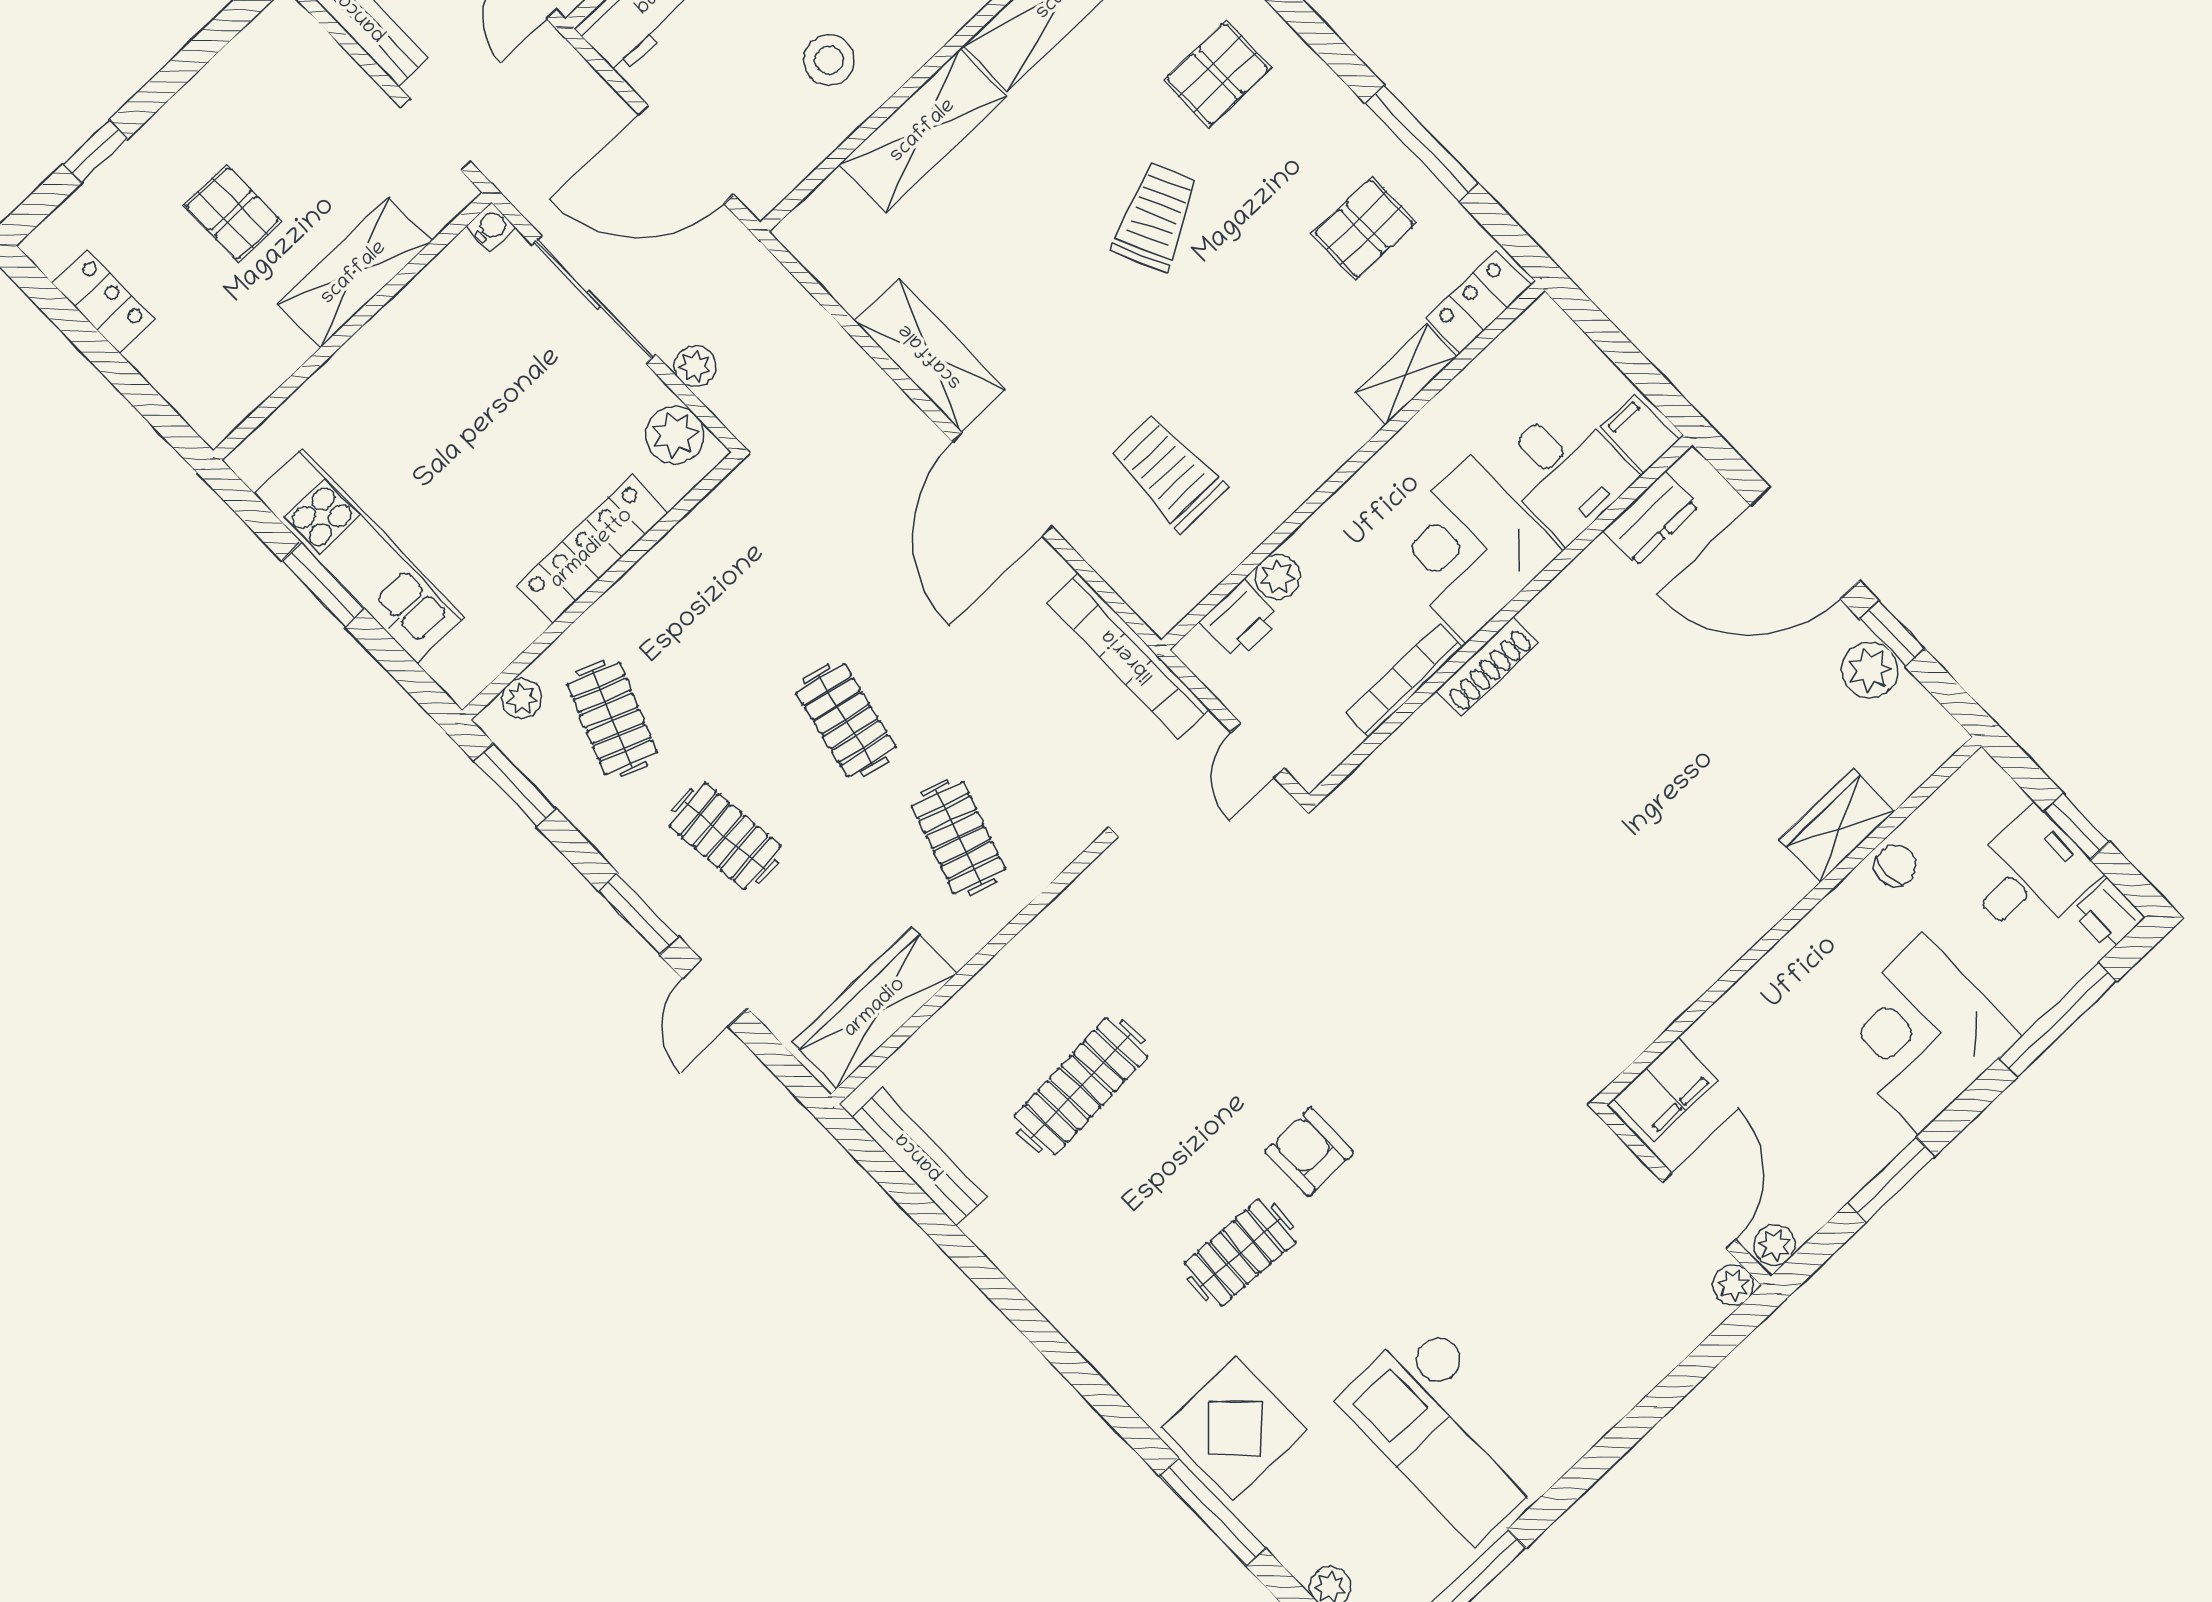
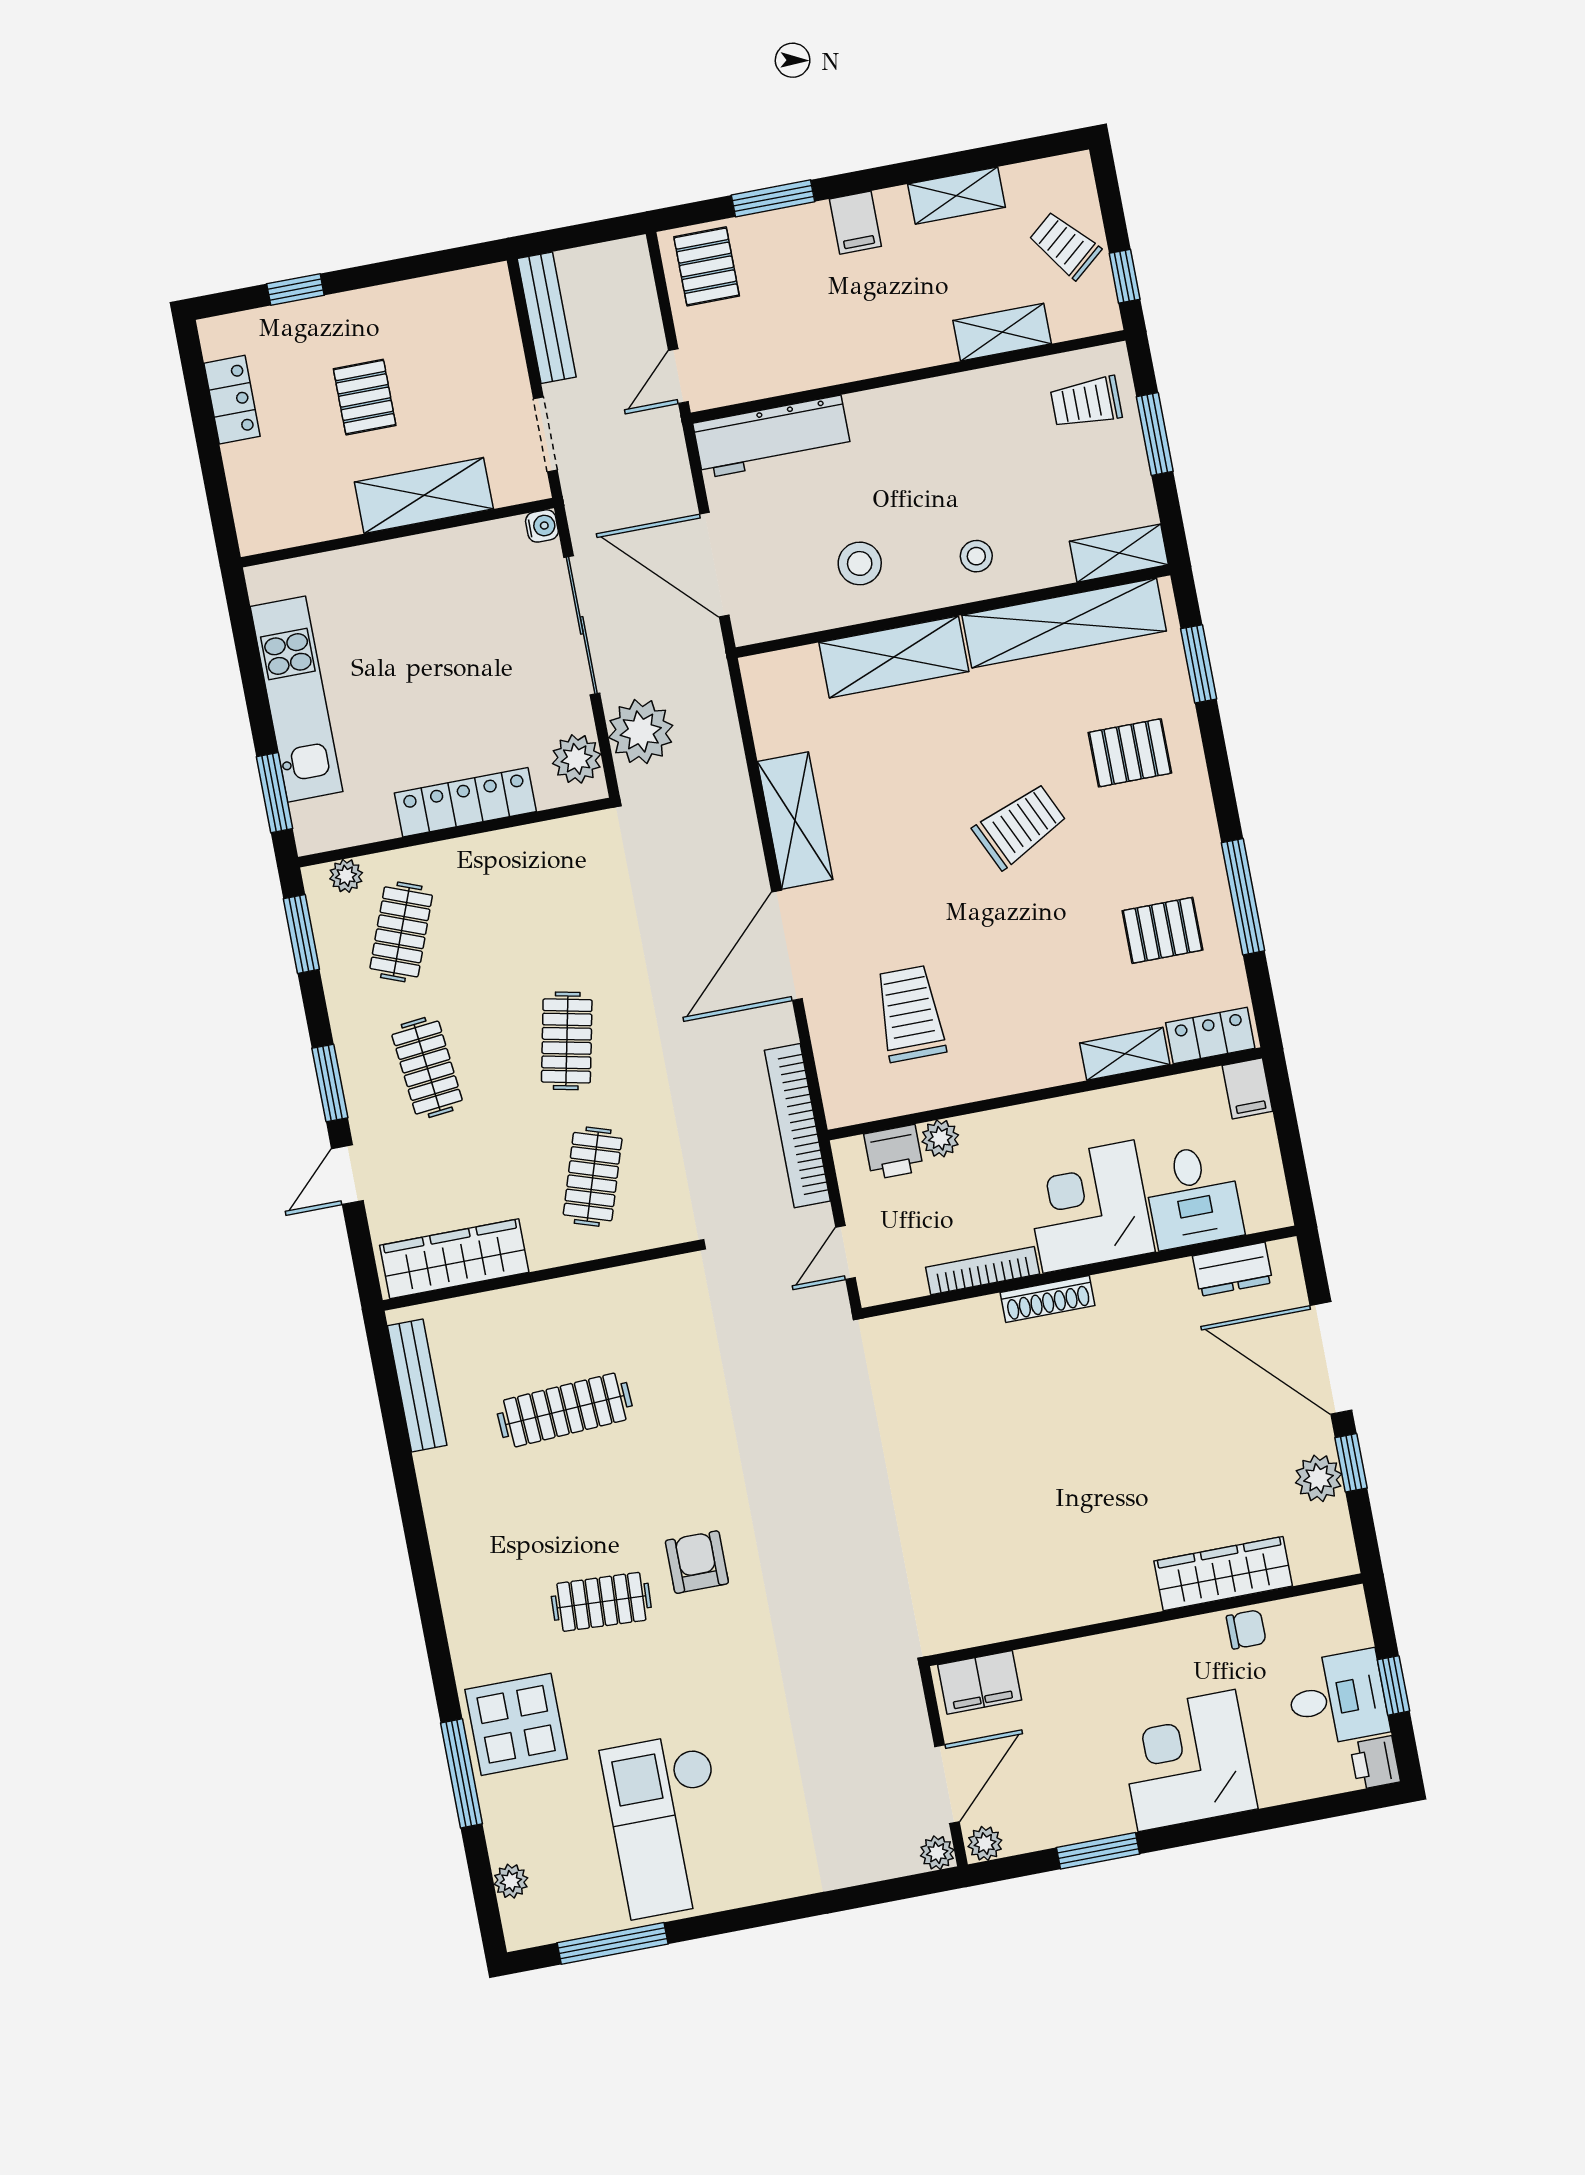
plant: (695, 366) -> (641, 731), width x1.88, depth x1.88
filing cabinet: (1639, 433) -> (1247, 1088), moved, turned 180
window: (323, 585) -> (274, 793), moved
wardrobe: (1837, 825) -> (1223, 1574), width x1.50
window: (2058, 1020) -> (1291, 1814), removed

